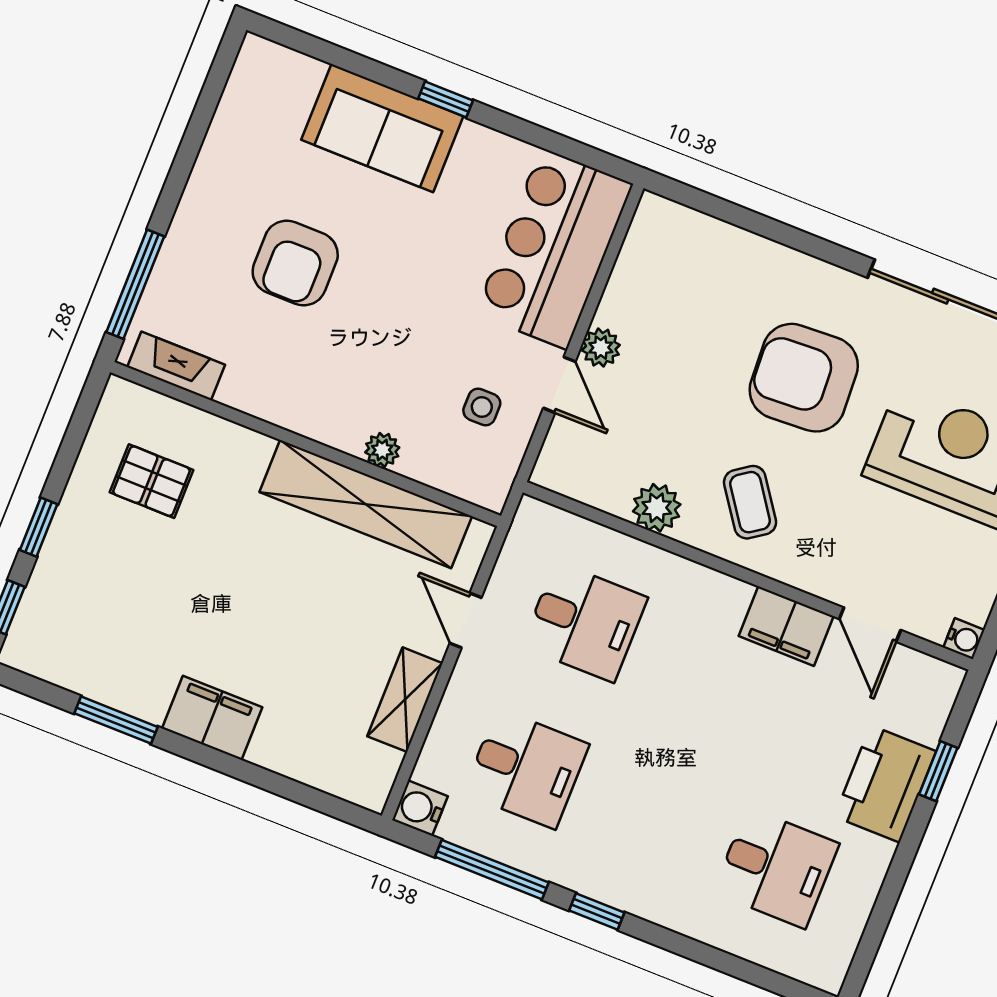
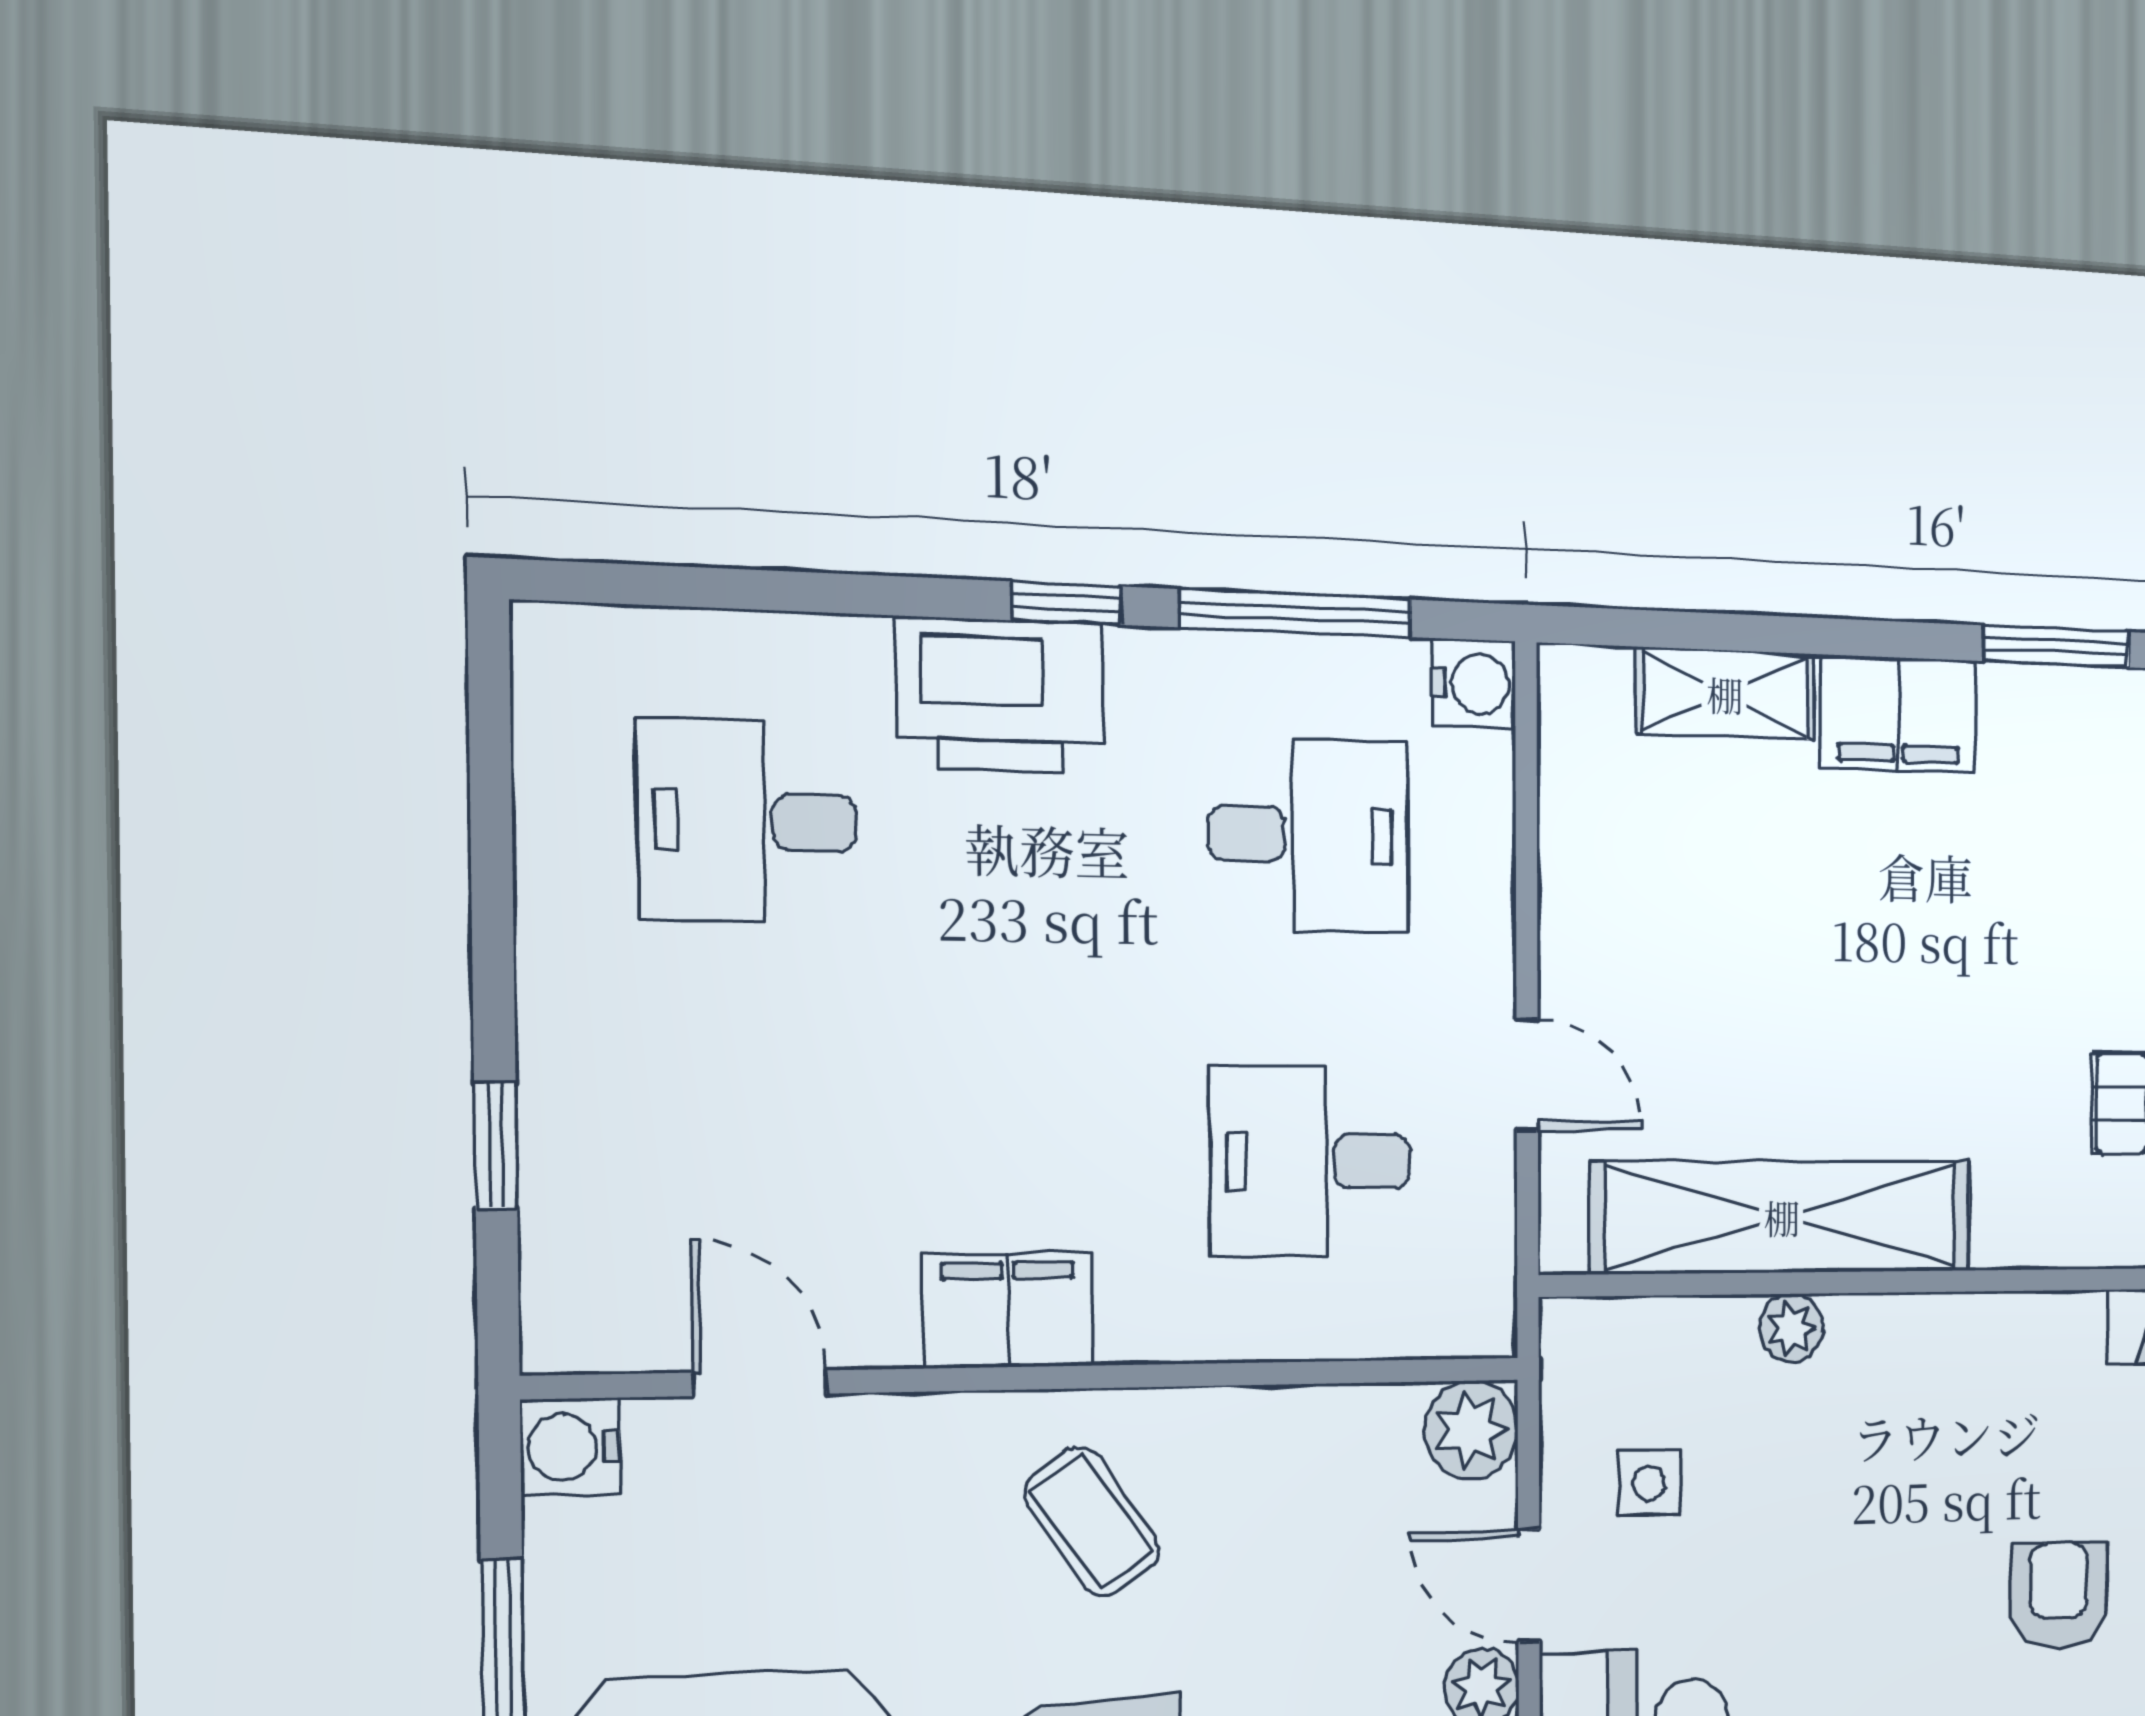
armchair: (295, 263) -> (2059, 1595), width x0.72, depth x0.72
plant: (657, 508) -> (1471, 1430), moved
filing cabinet: (786, 626) -> (1008, 1310), moved
water cooler: (964, 639) -> (570, 1447), width x1.38, depth x1.38
shelving: (405, 700) -> (1725, 694), moved, turned 90
desk: (526, 769) -> (1309, 835), turned 180
printer: (885, 784) -> (1000, 695), moved, turned 90

